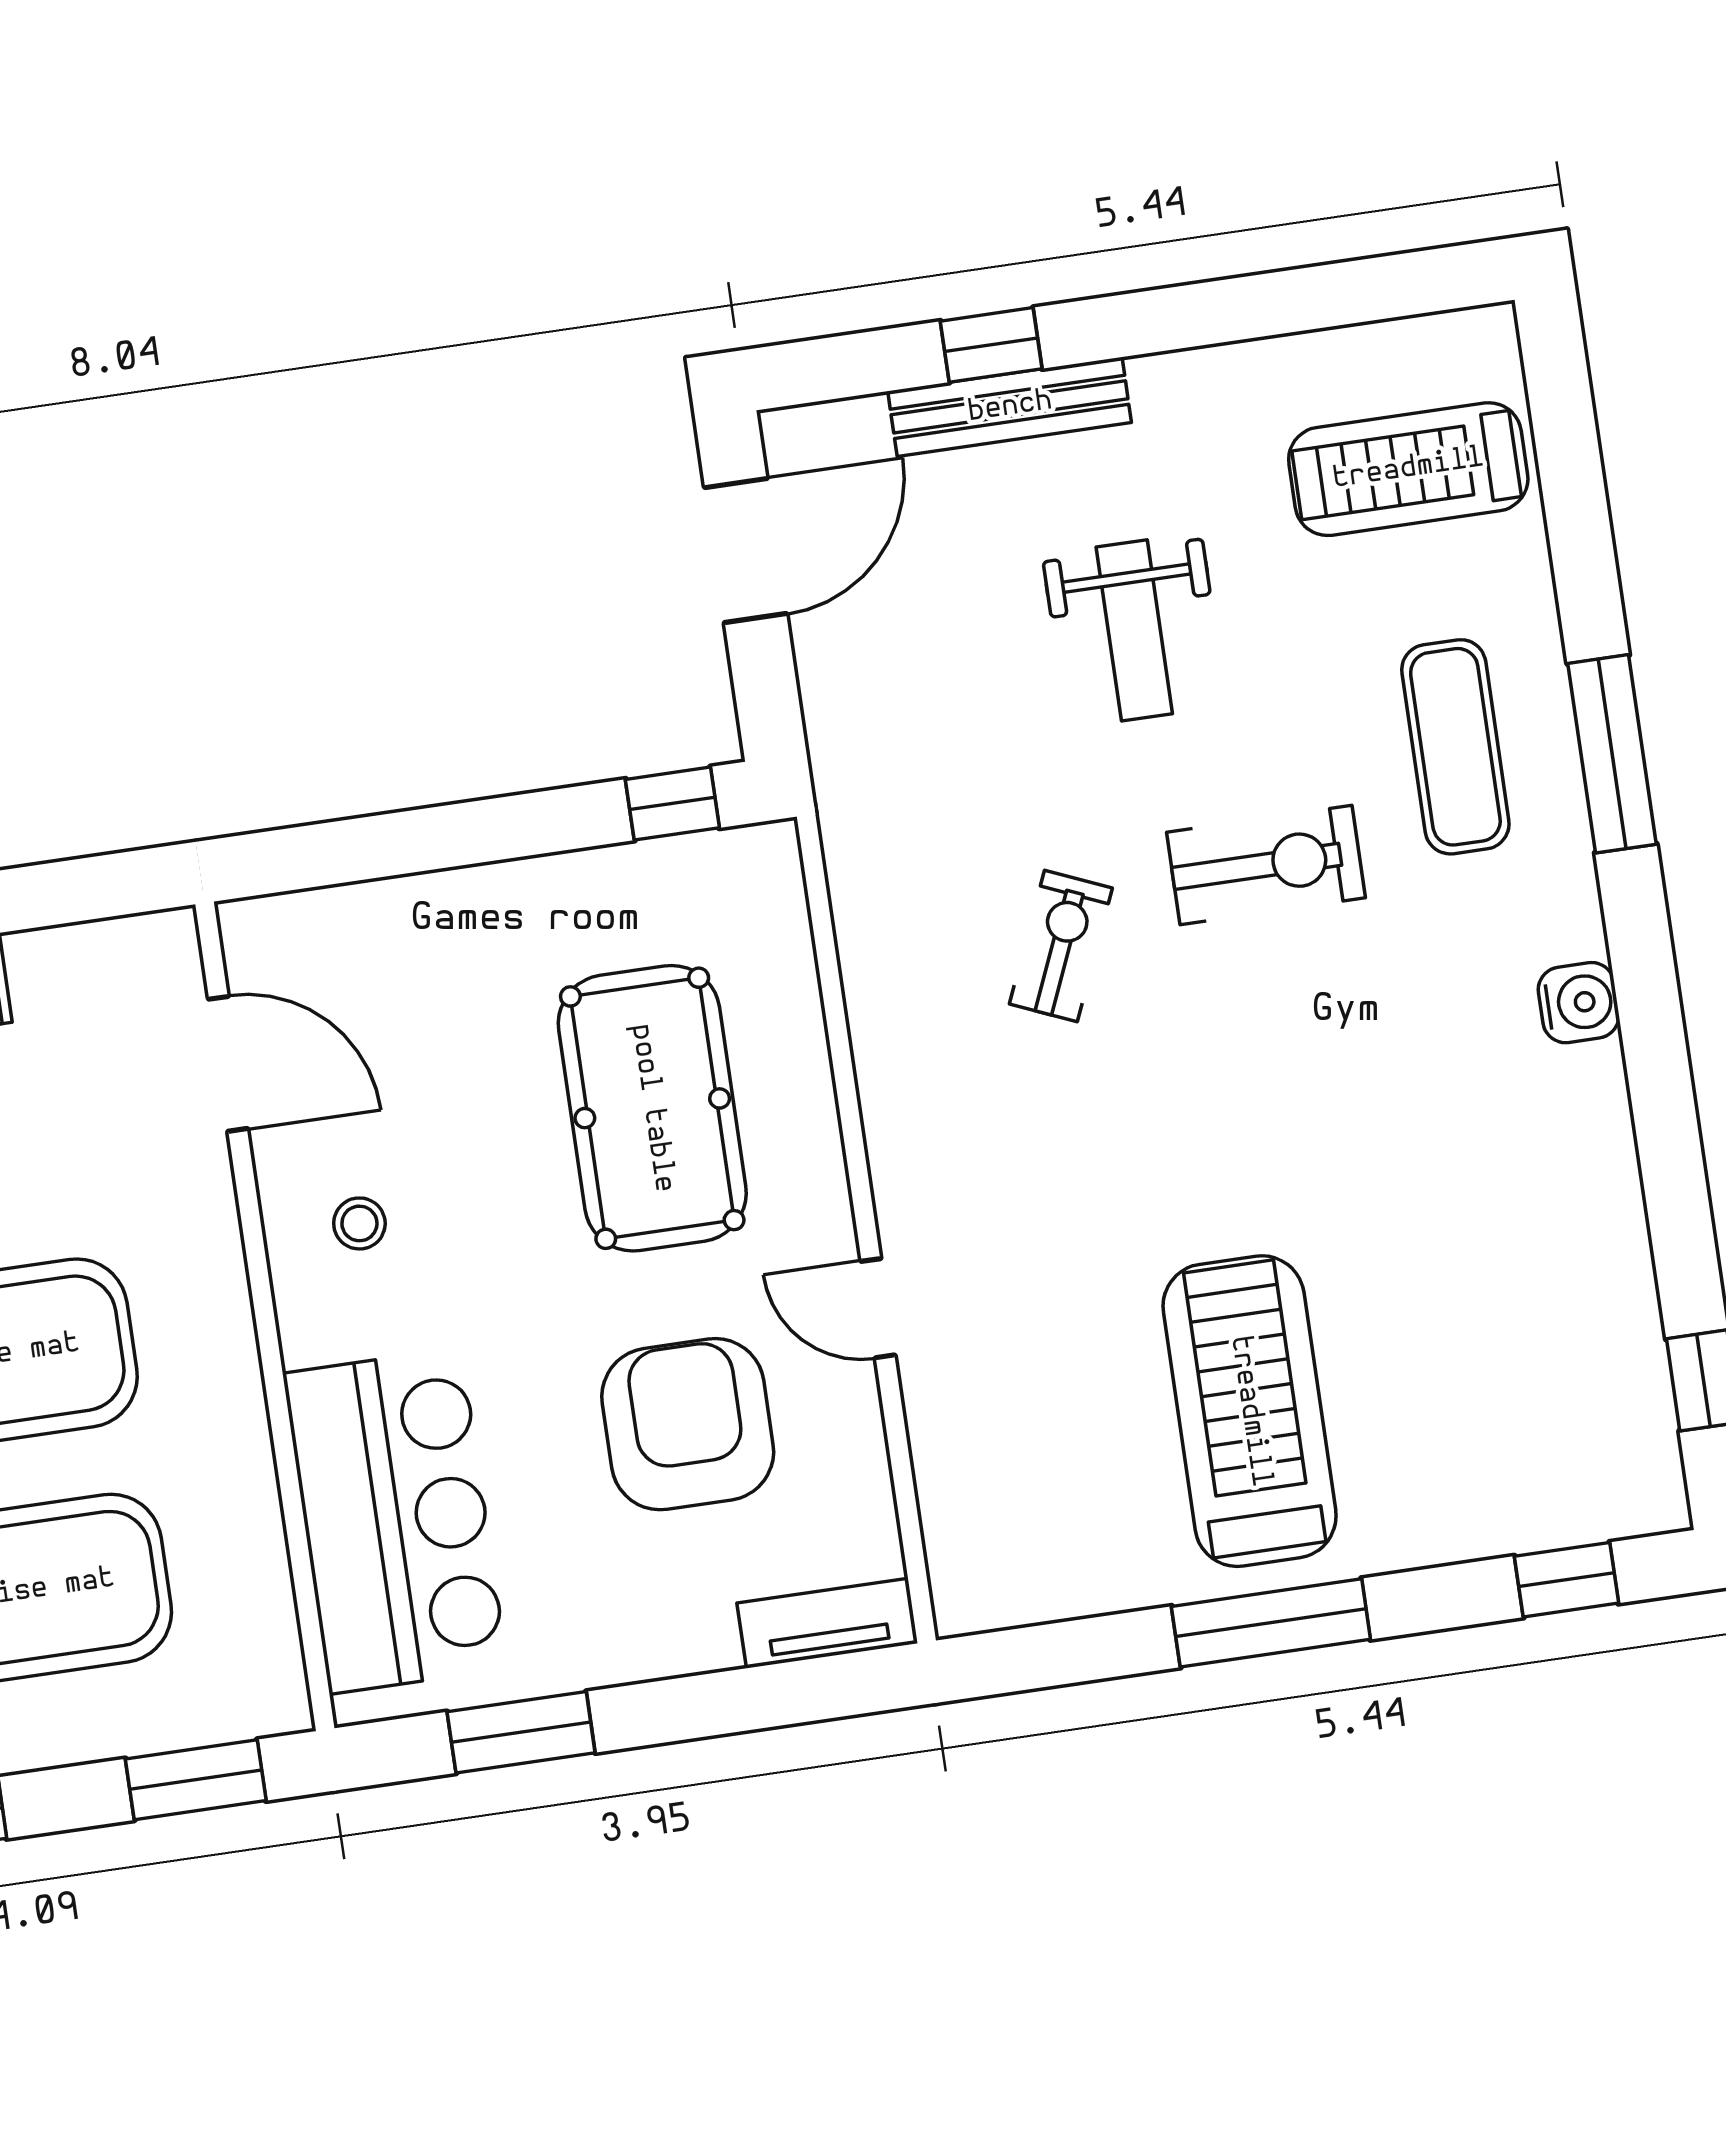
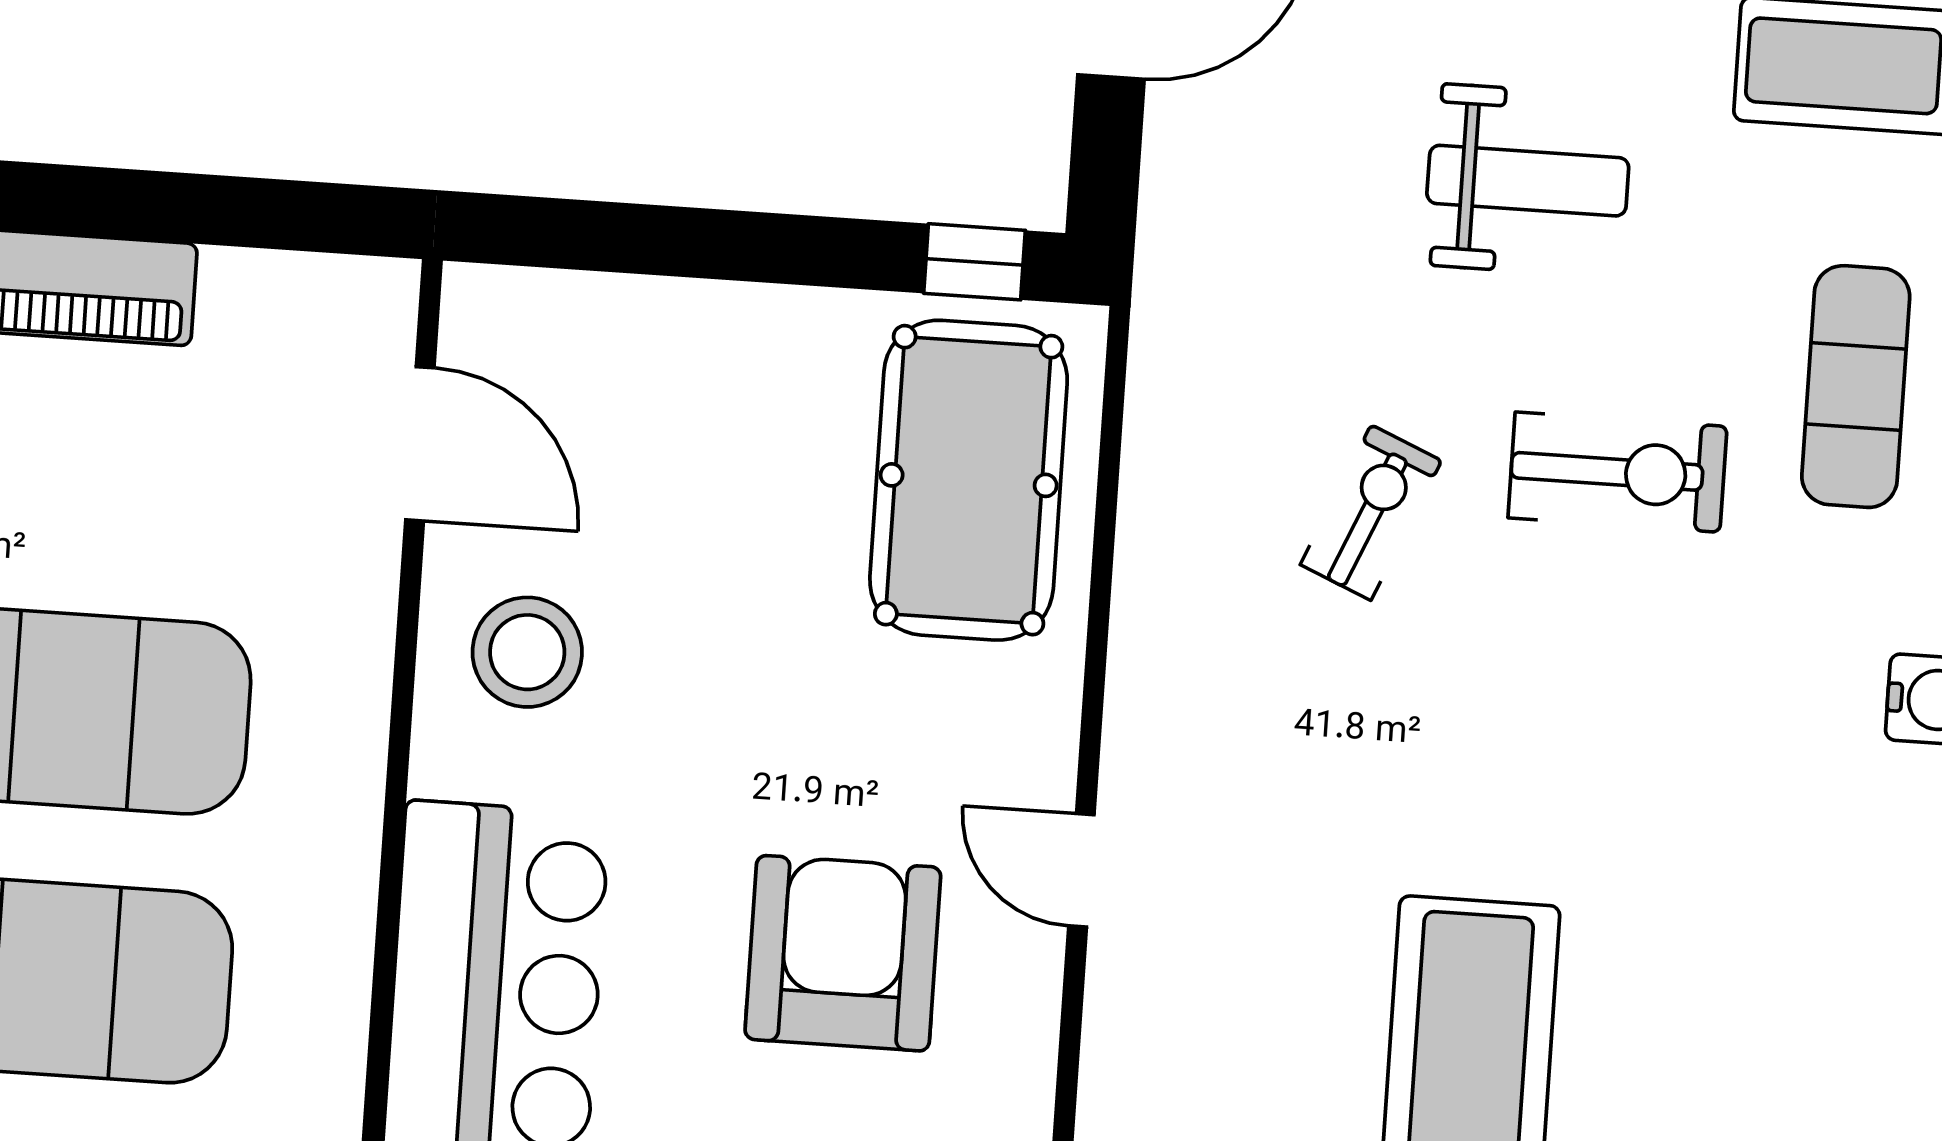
weight bench: (1134, 630) -> (1528, 181), turned -90
pool table: (652, 1108) -> (969, 480), moved
stool: (359, 1223) -> (527, 652), width x1.89, depth x1.89

